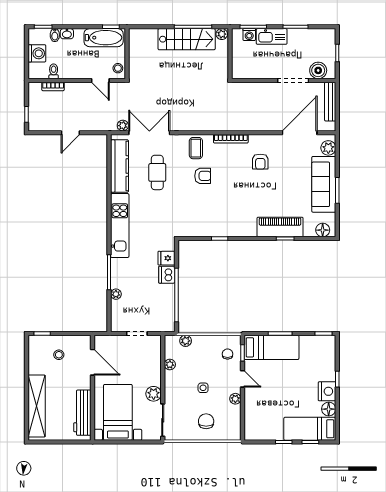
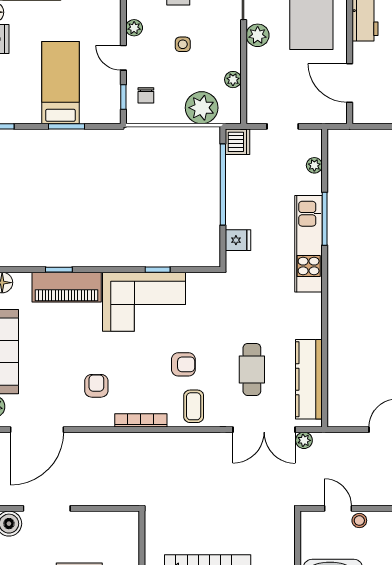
stool: (118, 68) -> (359, 521), moved
armchair: (203, 176) -> (183, 364), turned 180
corner sofa: (229, 217) -> (144, 302), added
kitchen unit: (120, 226) -> (309, 244), moved
dishwasher: (167, 275) -> (238, 142), moved
plant: (116, 294) -> (314, 165), moved
plant: (186, 341) -> (202, 108), width x1.88, depth x1.88
bed: (271, 347) -> (60, 83), moved, turned 90

